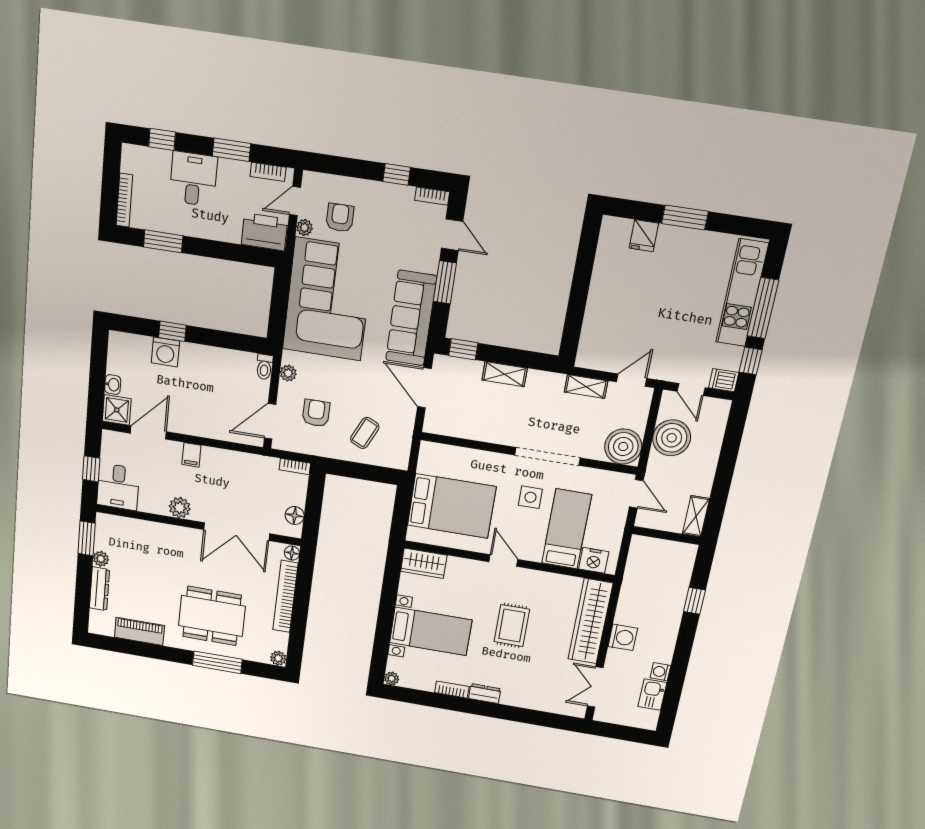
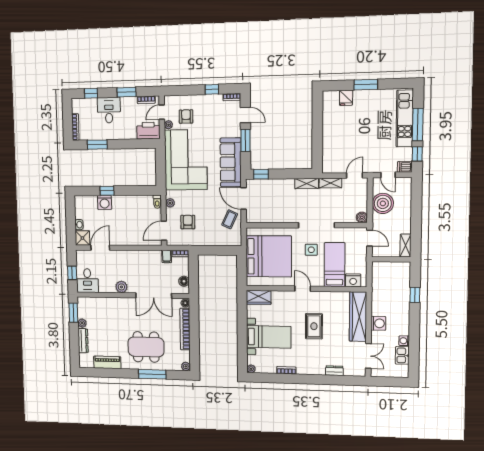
shelving: (505, 374) -> (307, 184), moved
coffee table: (365, 433) -> (230, 219), moved
boiler: (623, 447) -> (362, 217), width x0.54, depth x0.54
filing cabinet: (191, 455) -> (167, 256), moved
bed: (452, 506) -> (269, 256), width x1.36
double door: (595, 687) -> (368, 356), swing flipped
dresser: (485, 694) -> (334, 371), moved

